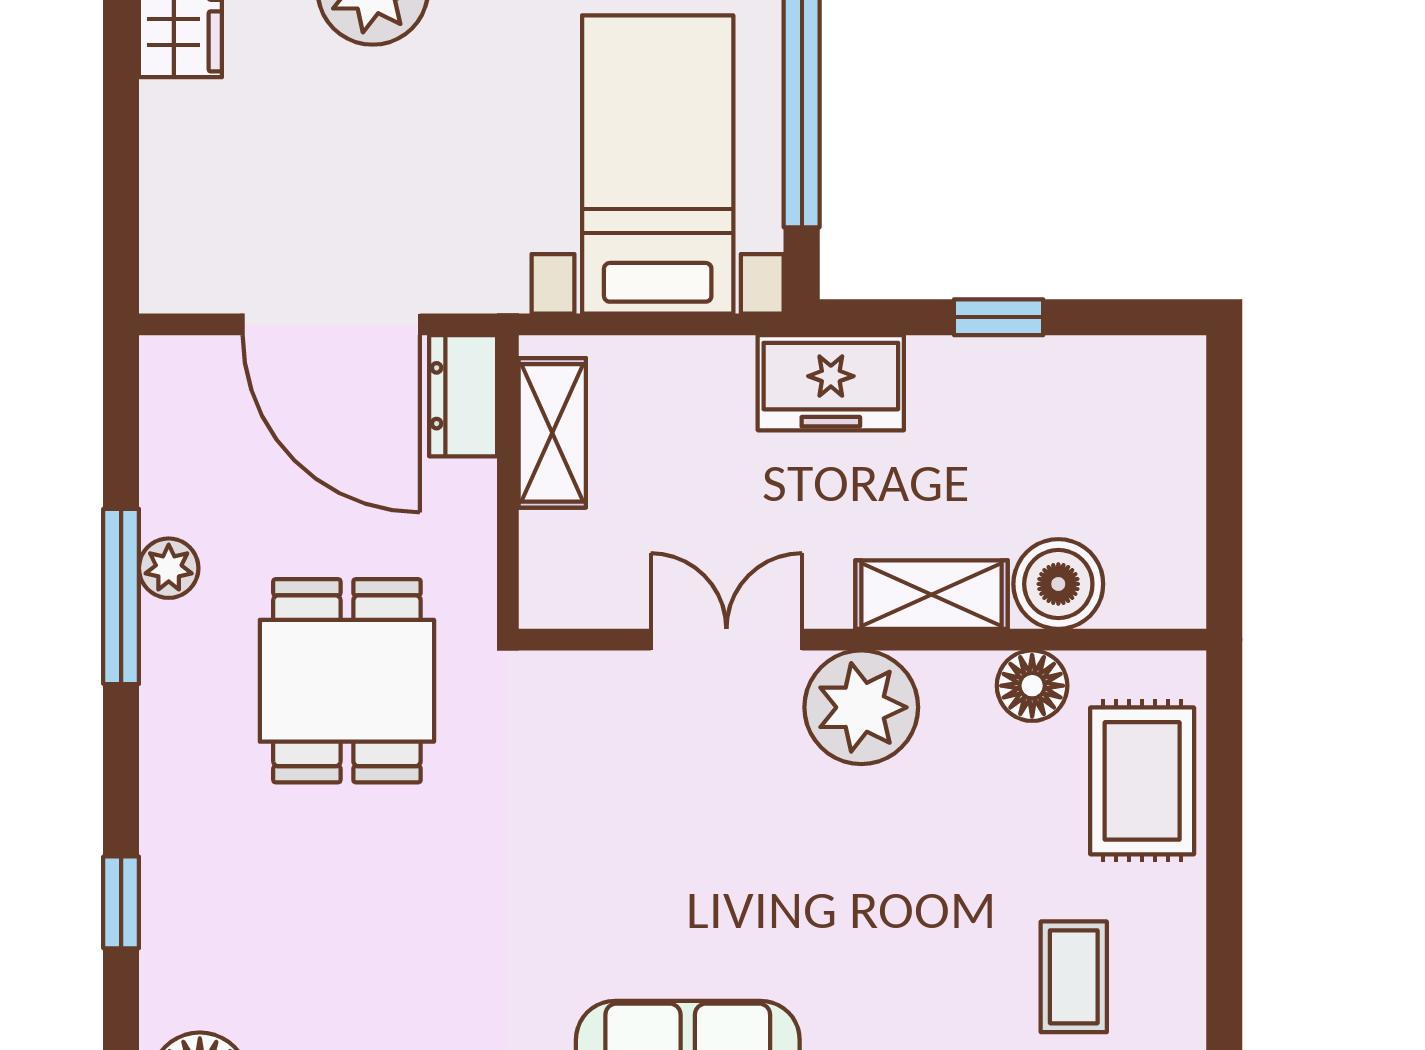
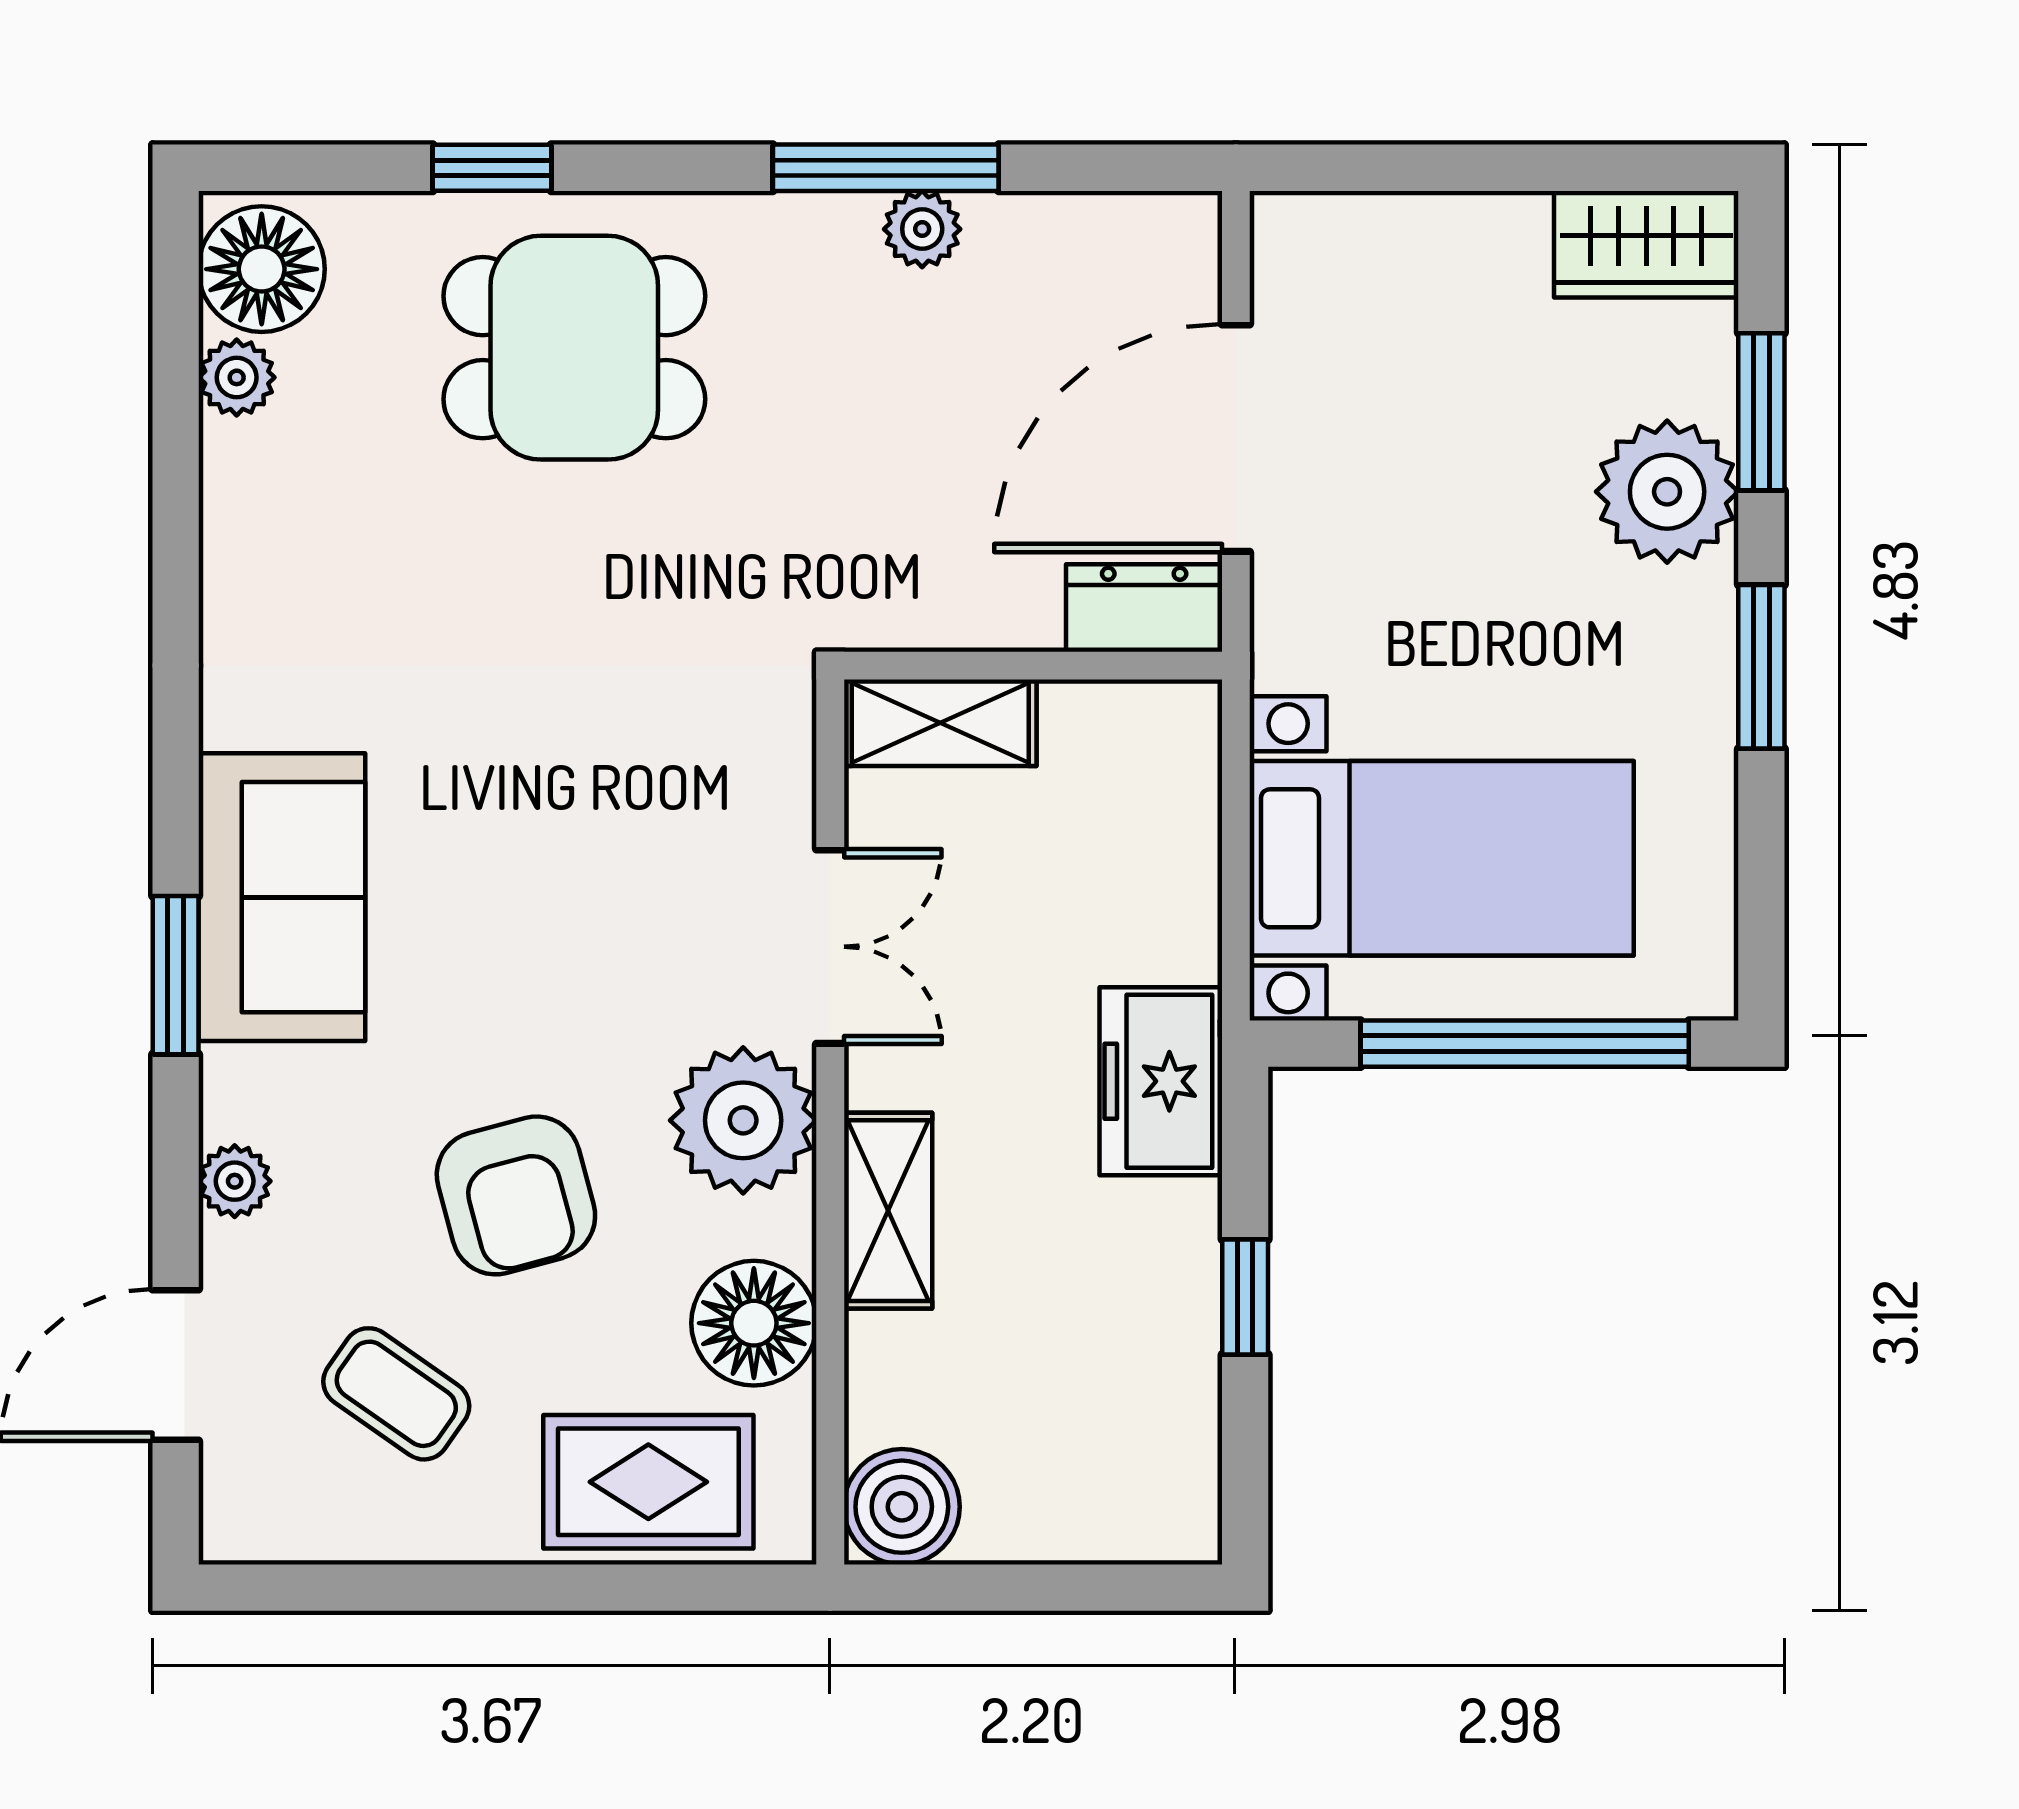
shelving: (552, 433) -> (940, 723), moved
boiler: (1058, 584) -> (902, 1507), moved
dining table: (347, 681) -> (574, 348), moved
floor lamp: (1032, 686) -> (754, 1323), width x1.38, depth x1.38
armchair: (920, 884) -> (516, 1195), added
coffee table: (1074, 977) -> (396, 1394), turned 35

